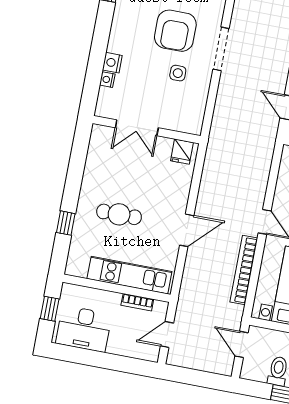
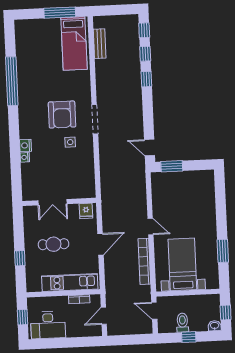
double door: (137, 128) -> (52, 202), moved
wall: (147, 130) -> (59, 202), moved
fridge: (182, 152) -> (86, 211), moved

